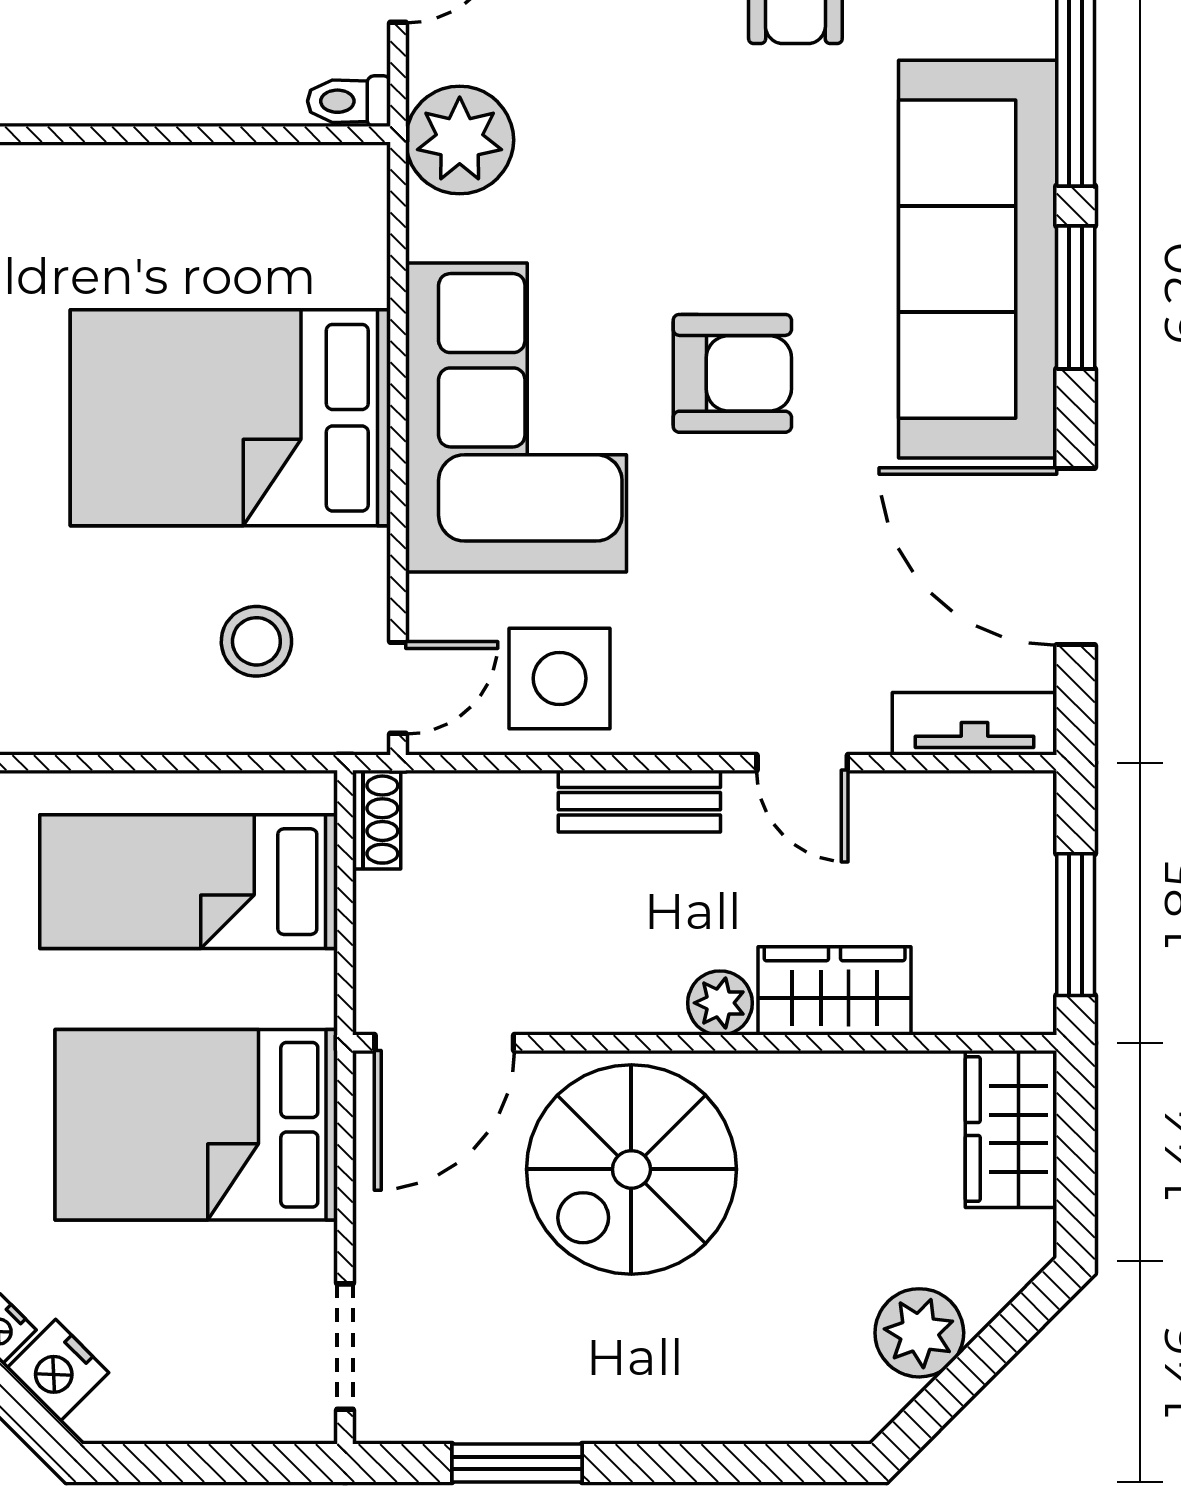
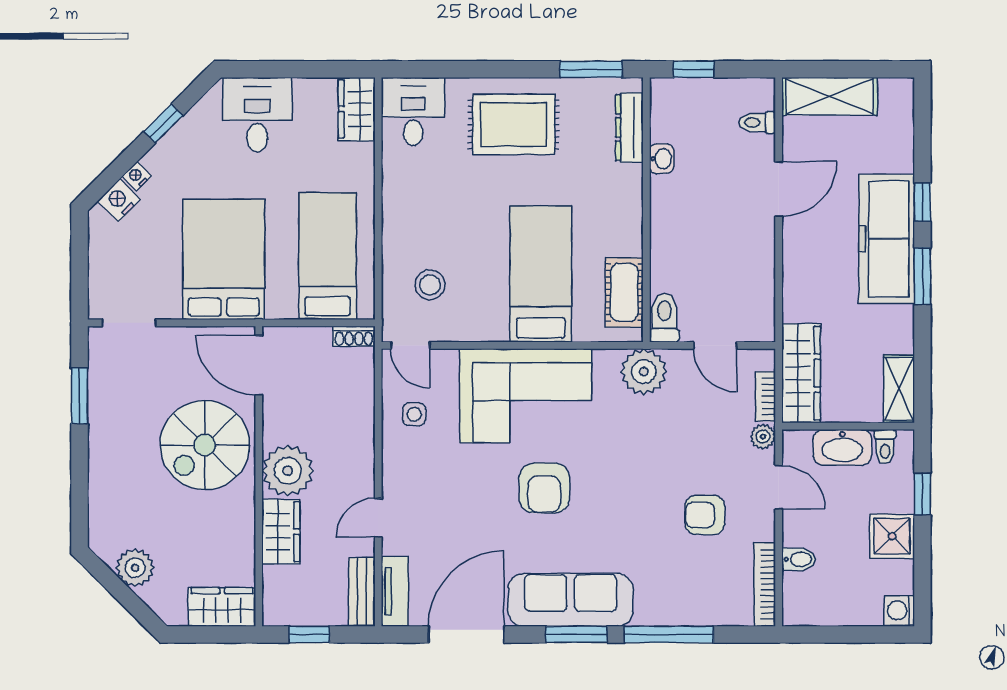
toilet: (349, 101) -> (664, 318), width x1.37, depth x1.39
cot: (274, 186) -> (624, 292), added
sofa: (978, 259) -> (571, 600), width x0.74, depth x0.79
bed: (230, 418) -> (541, 274), width x0.67
side table: (560, 678) -> (414, 414), width x0.54, depth x0.54
bench: (639, 801) -> (362, 592), moved
window: (1076, 925) -> (309, 634), width x0.67
plant: (720, 1003) -> (288, 471), width x1.88, depth x1.88
spiral stairs: (631, 1169) -> (205, 445), turned -90

